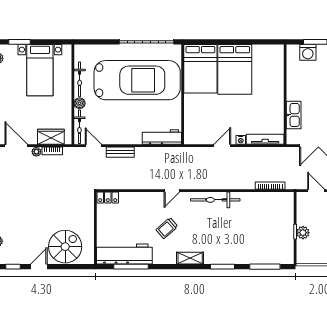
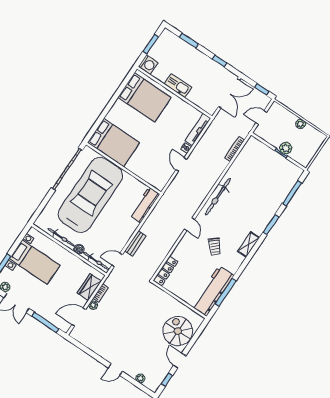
washing machine: (308, 52) -> (148, 64), moved
bed: (235, 69) -> (145, 97), moved
kitchen sink: (294, 115) -> (178, 86), moved
locker: (108, 198) -> (166, 271), width x1.53

